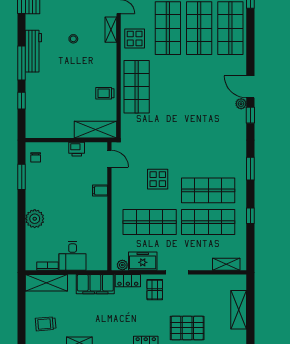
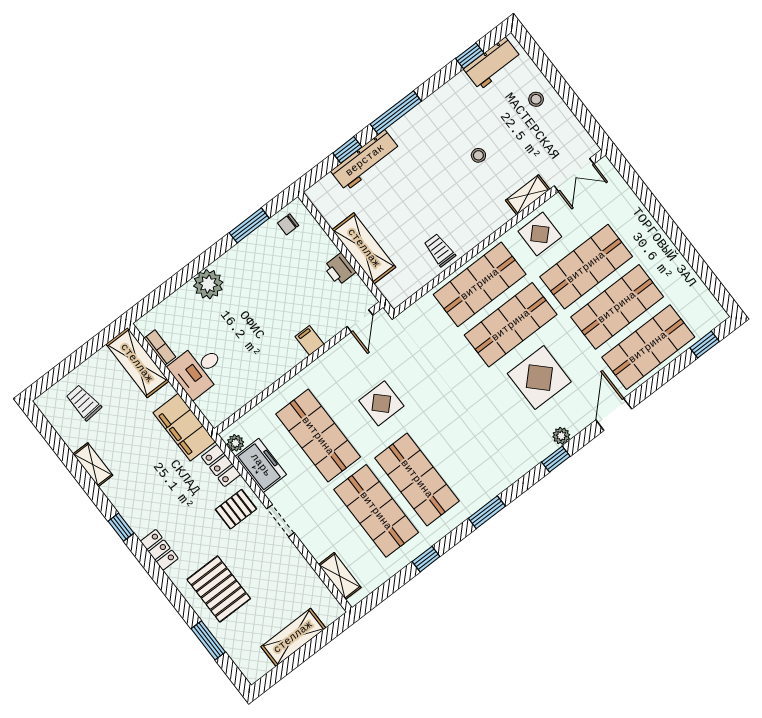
workbench: (33, 51) -> (365, 160), moved
shop shelf: (168, 87) -> (511, 325), added
door: (250, 87) -> (614, 414), moved
display table: (204, 93) -> (539, 378), added
shelving: (96, 130) -> (364, 248), moved

